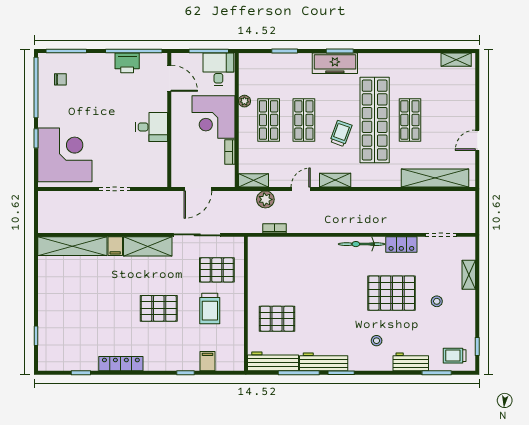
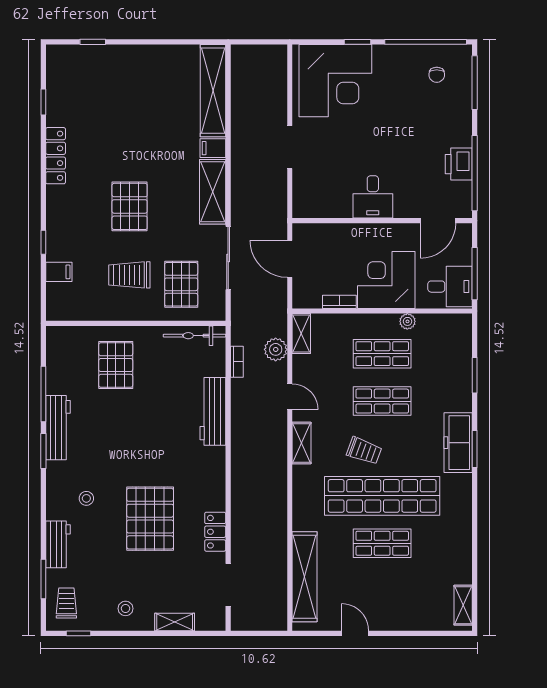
bicycle: (361, 244) -> (194, 336), moved, turned -90
stool: (437, 301) -> (125, 608), moved
workbench: (273, 361) -> (213, 411), moved, turned 180

